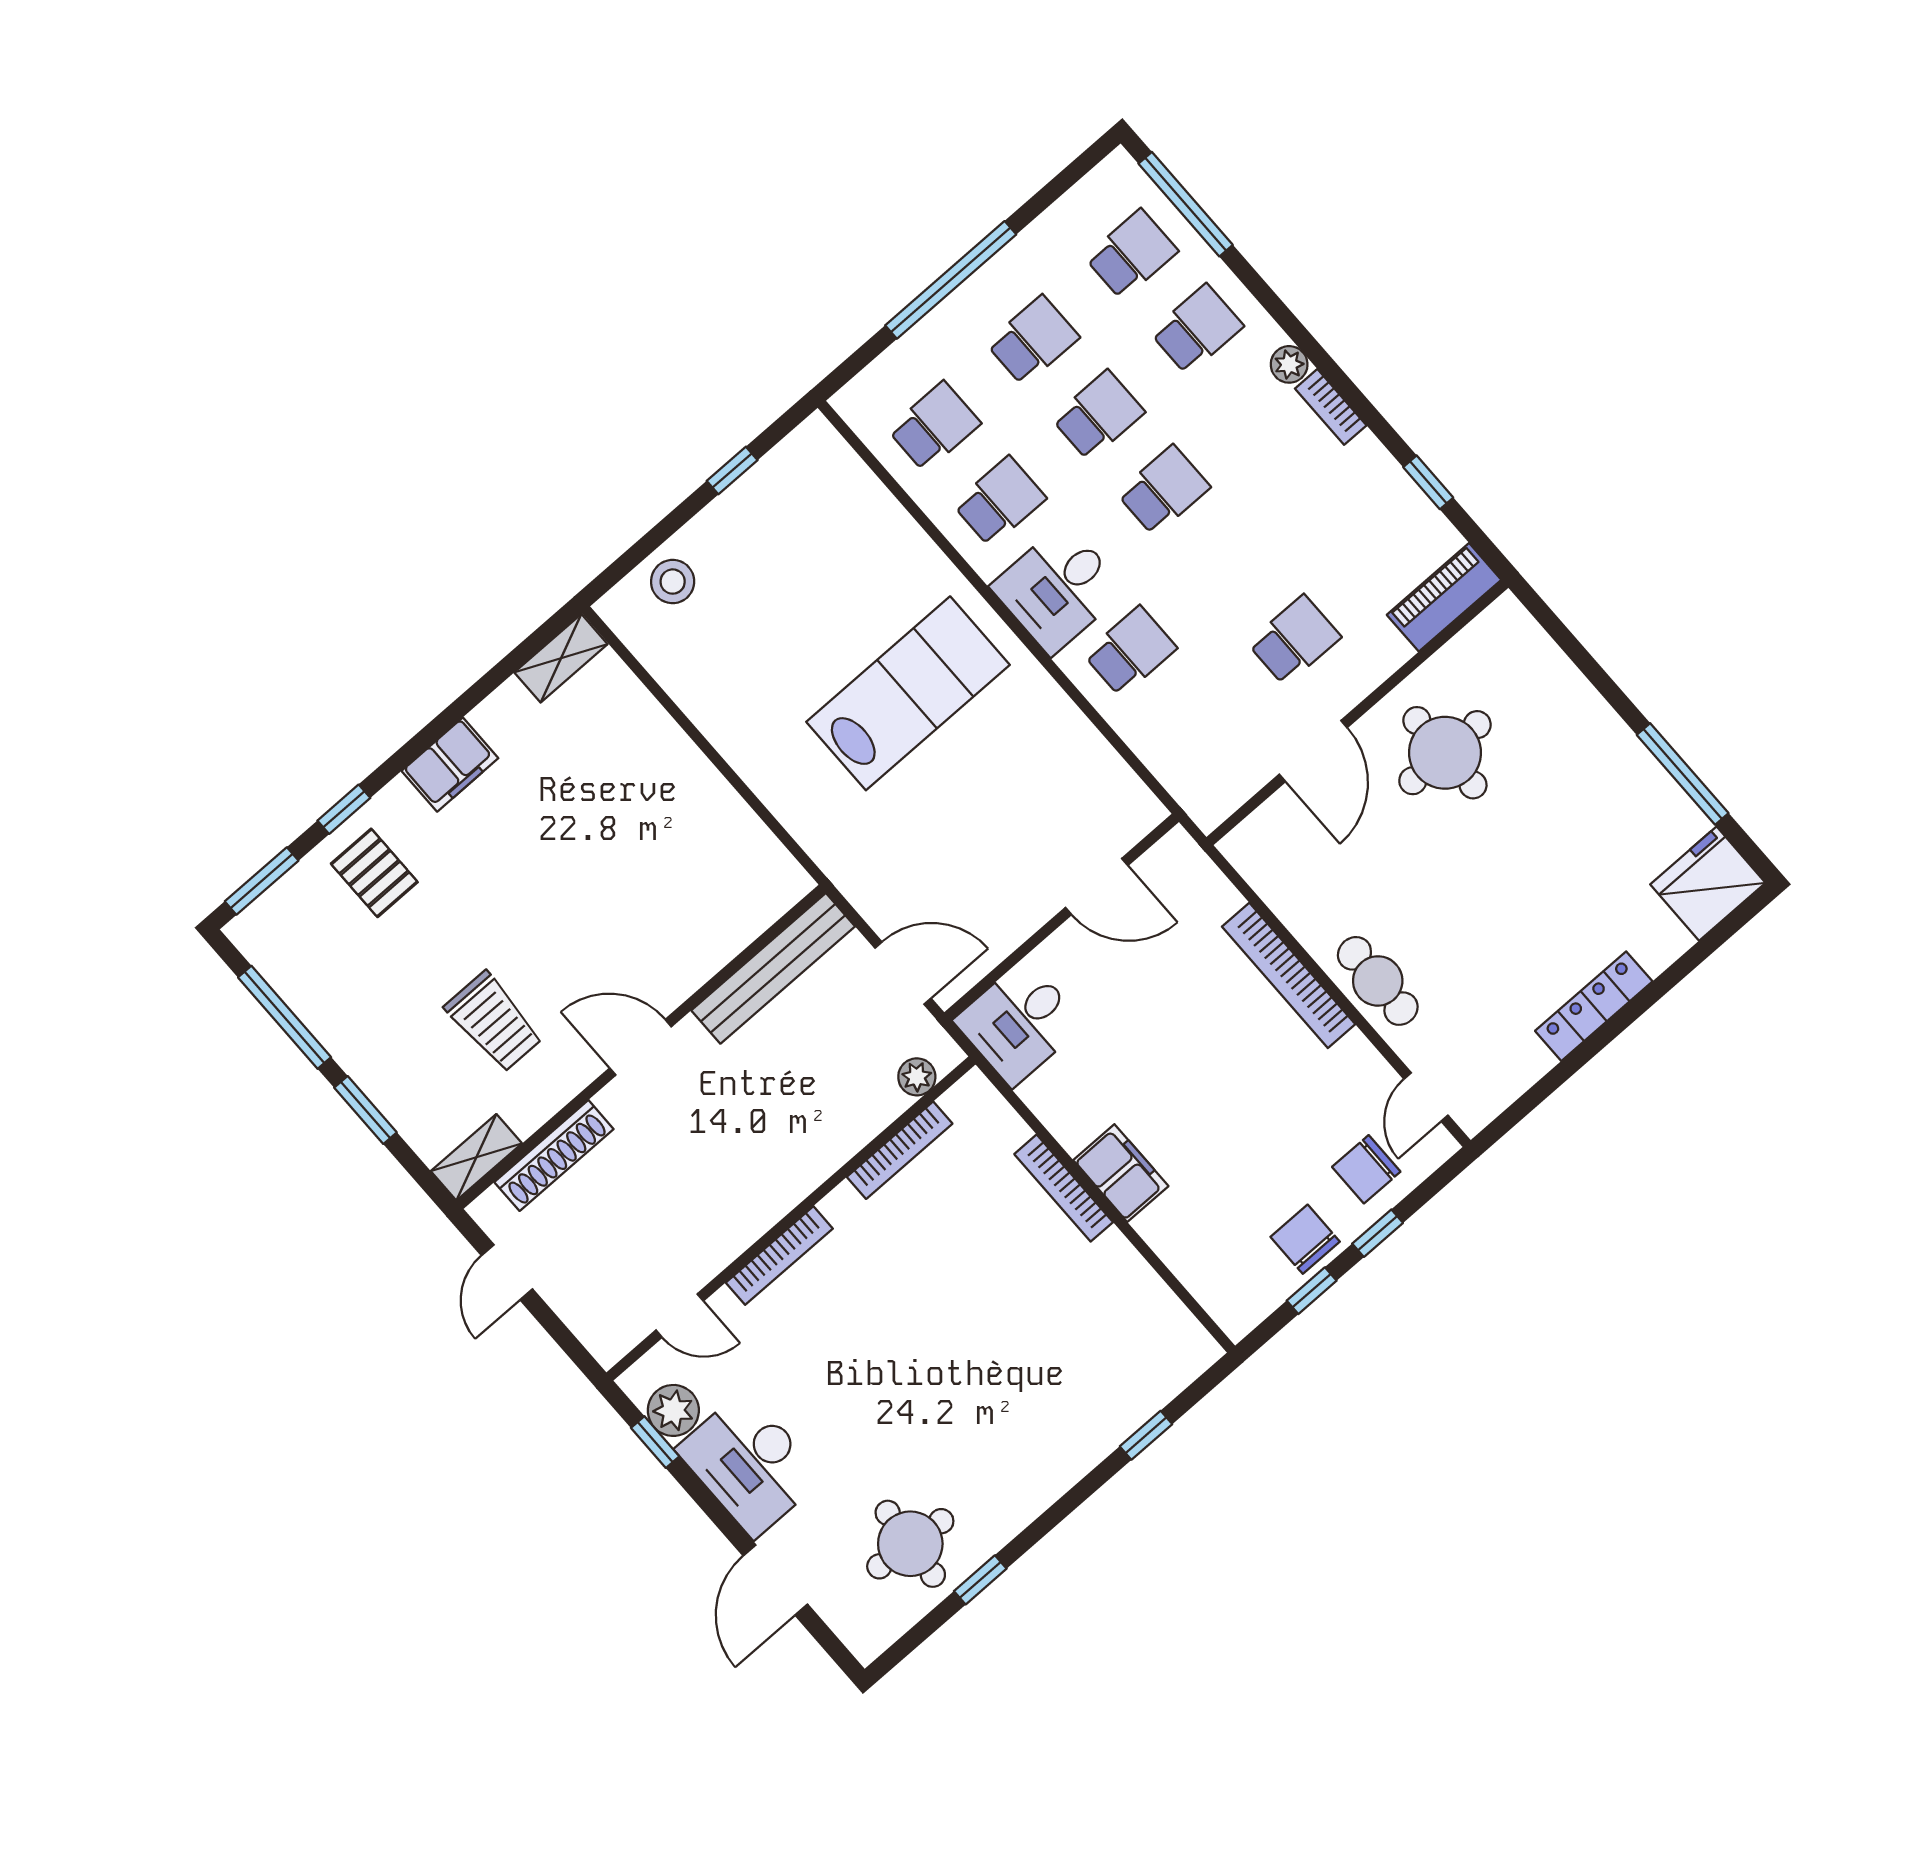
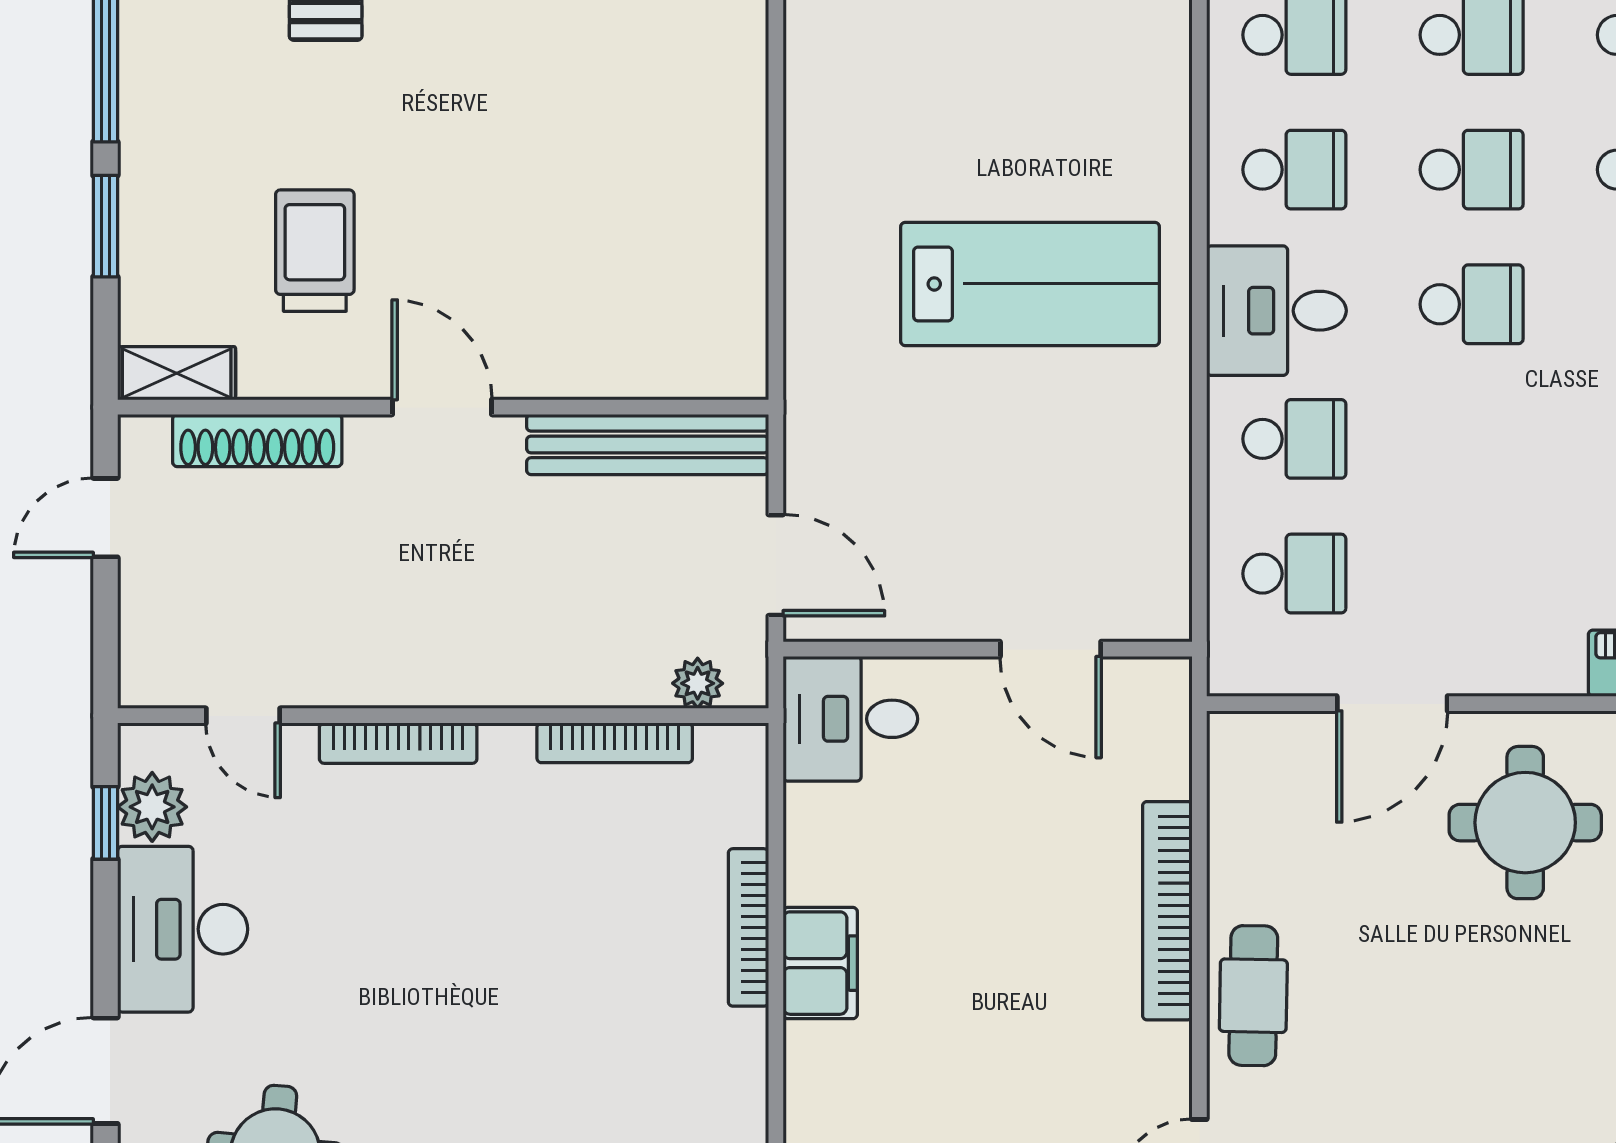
school desk: (1294, 640) -> (1294, 574), moved
trolley: (494, 1022) -> (315, 251), turned 180

